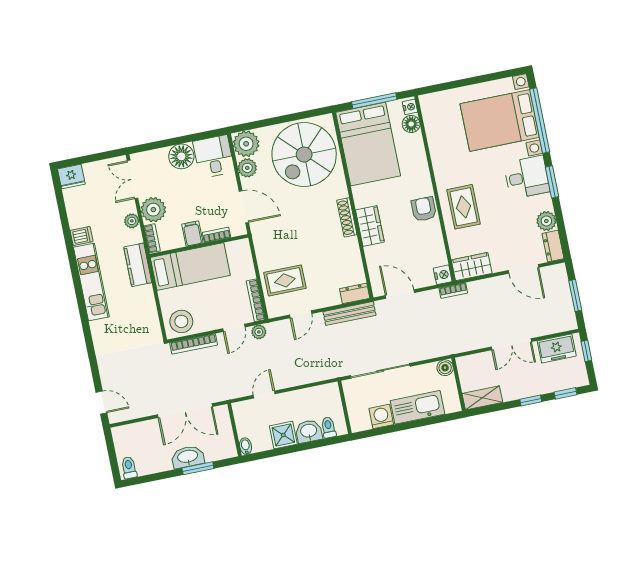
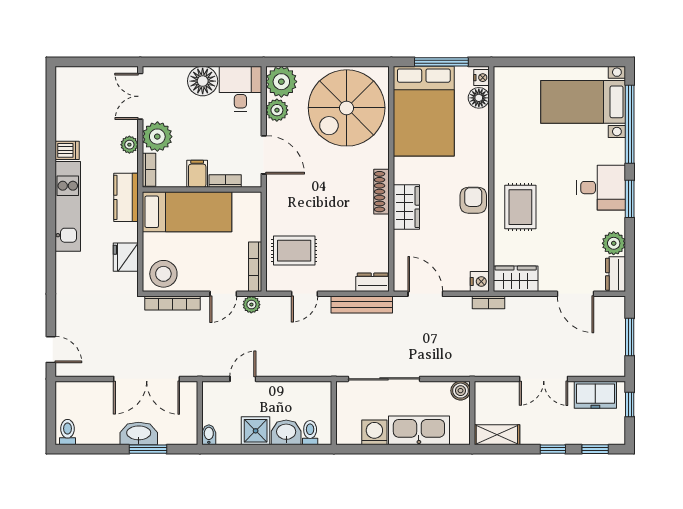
bed with nightstands: (500, 120) -> (583, 102), width x0.73
fridge: (71, 177) -> (126, 257), moved, turned 90

